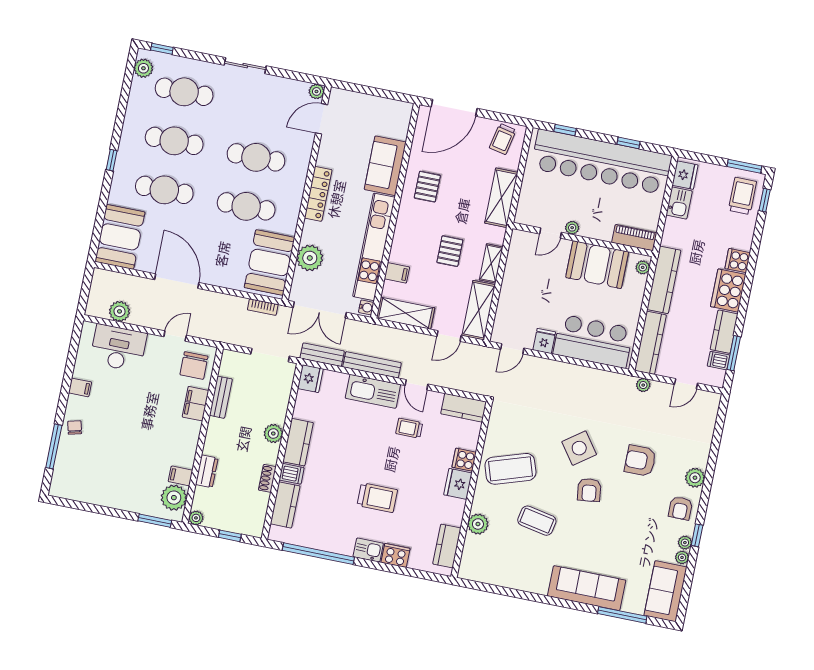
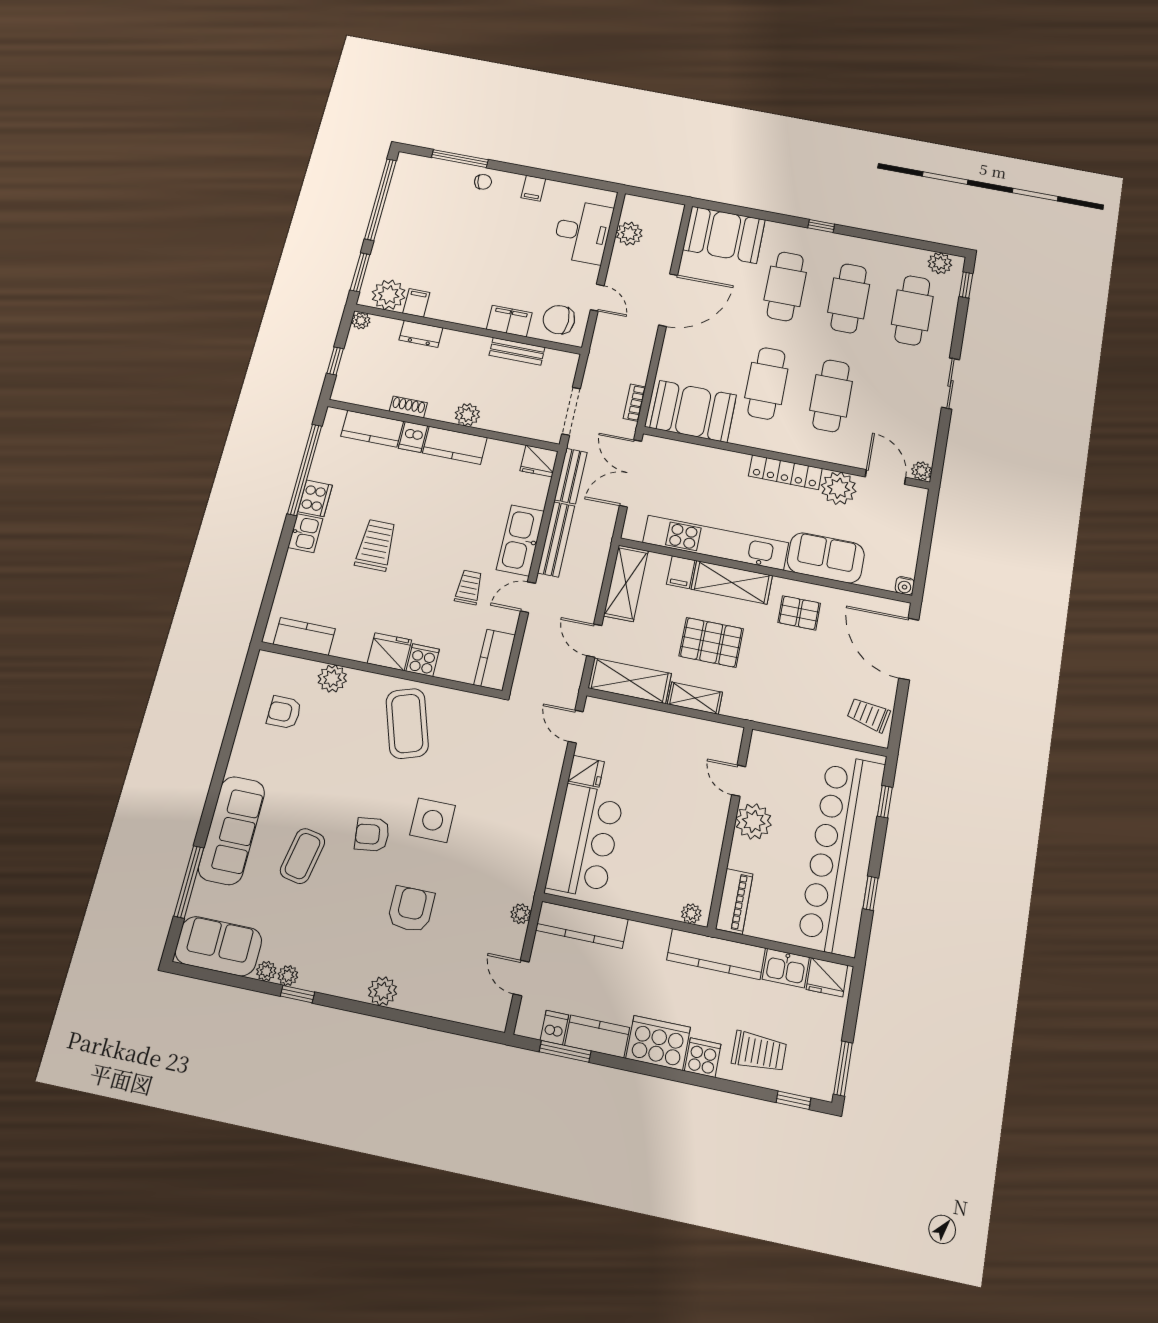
trolley: (742, 196) -> (759, 1052), moved
shelving: (501, 198) -> (732, 582), moved
plant: (572, 228) -> (754, 821), width x1.87, depth x1.87
pallet: (450, 251) -> (711, 642), width x1.50, depth x1.42
plant: (310, 258) -> (839, 488), moved
booth: (597, 265) -> (695, 847), removed
kitchen counter: (664, 280) -> (716, 954), moved
water cooler: (366, 307) -> (905, 586), moved
side table: (579, 448) -> (433, 820), turned 36
trolley: (377, 498) -> (376, 545), turned 180
window: (91, 508) -> (380, 200), added
armchair: (680, 508) -> (284, 712), moved
coffee table: (537, 521) -> (303, 856), moved
cooker: (395, 555) -> (315, 498), moved

